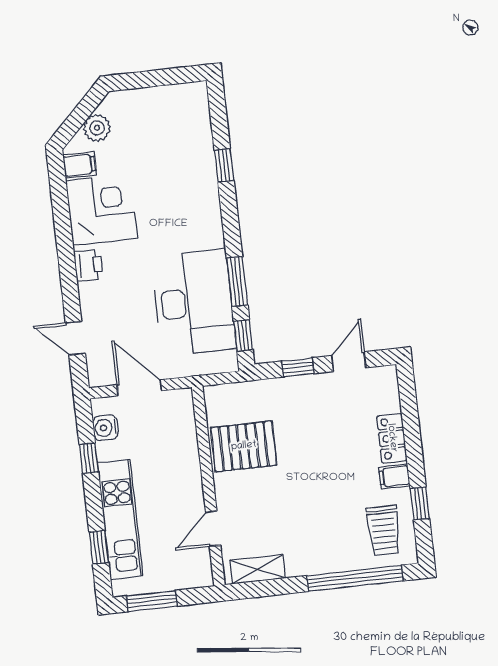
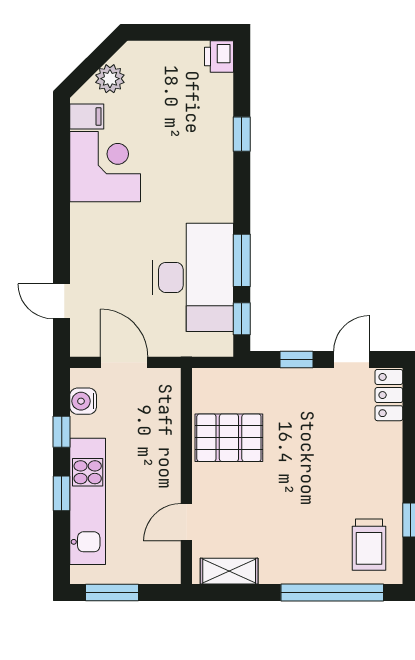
printer: (88, 265) -> (219, 56), moved, turned 180
locker: (392, 438) -> (389, 395), moved
filing cabinet: (394, 477) -> (387, 488), removed
window: (99, 547) -> (62, 493), moved

